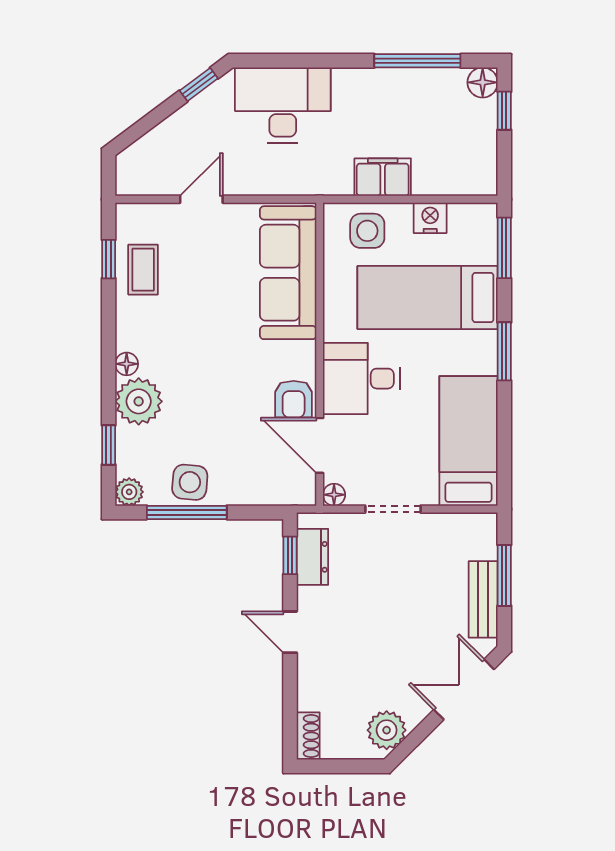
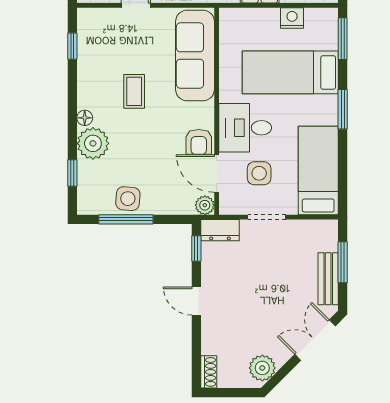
side table: (367, 231) -> (259, 173), moved
coffee table: (143, 270) -> (134, 91), moved
plant: (129, 492) -> (205, 205), moved
floor lamp: (334, 495) -> (226, 207), removed
dresser: (312, 557) -> (220, 230), moved, turned 90

